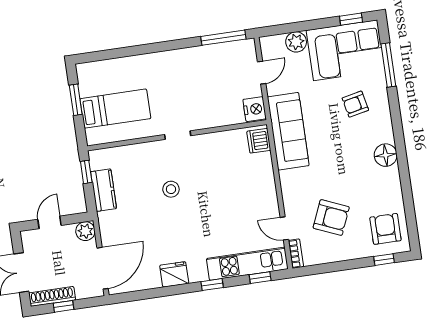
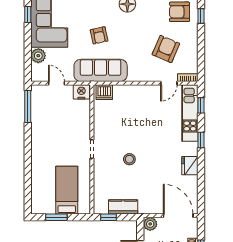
armchair: (355, 104) -> (99, 35), moved

